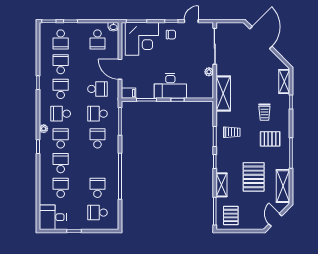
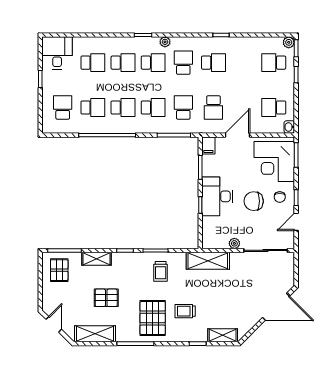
door: (191, 21) -> (296, 222), swing flipped
plant: (44, 27) -> (289, 42), added
chair: (174, 56) -> (254, 201), added
school desk: (61, 64) -> (123, 107), moved
pallet: (270, 139) -> (153, 318), width x1.50, depth x1.42
pallet: (254, 177) -> (106, 298), width x0.67, depth x0.71
pallet: (231, 215) -> (59, 270), turned 90
door: (275, 220) -> (54, 324), hinge flipped

